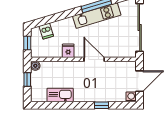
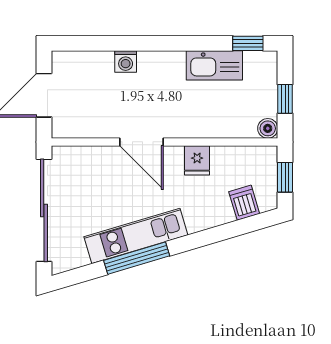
washing machine: (131, 97) -> (126, 61), moved
window: (102, 105) -> (248, 43), moved

